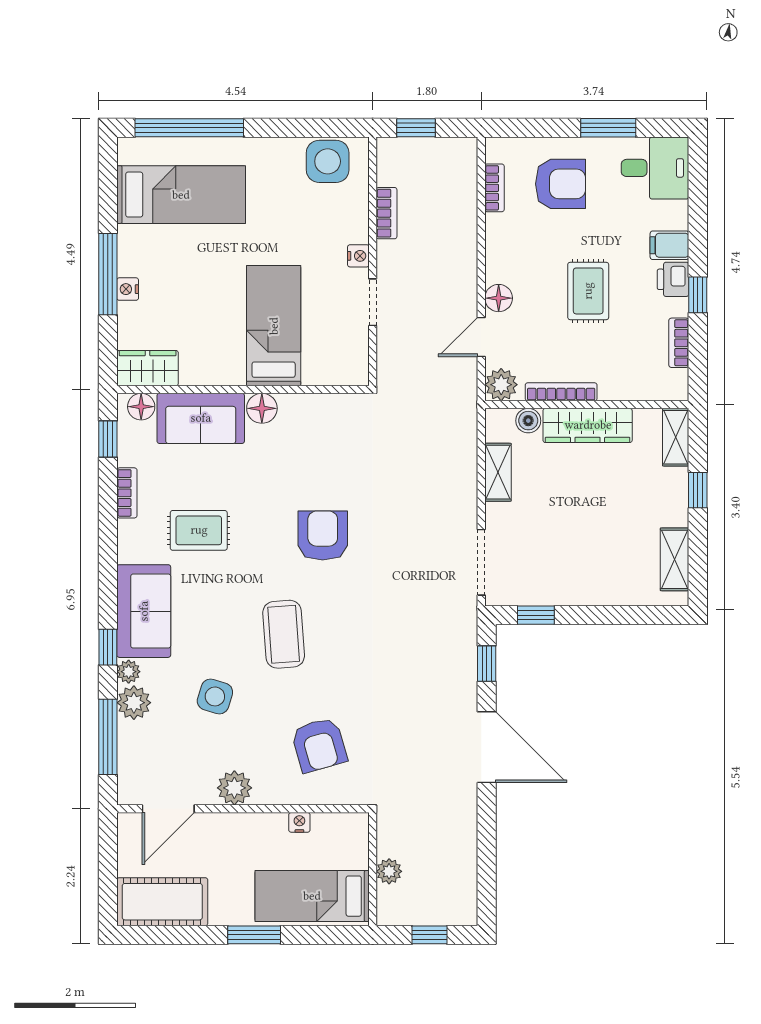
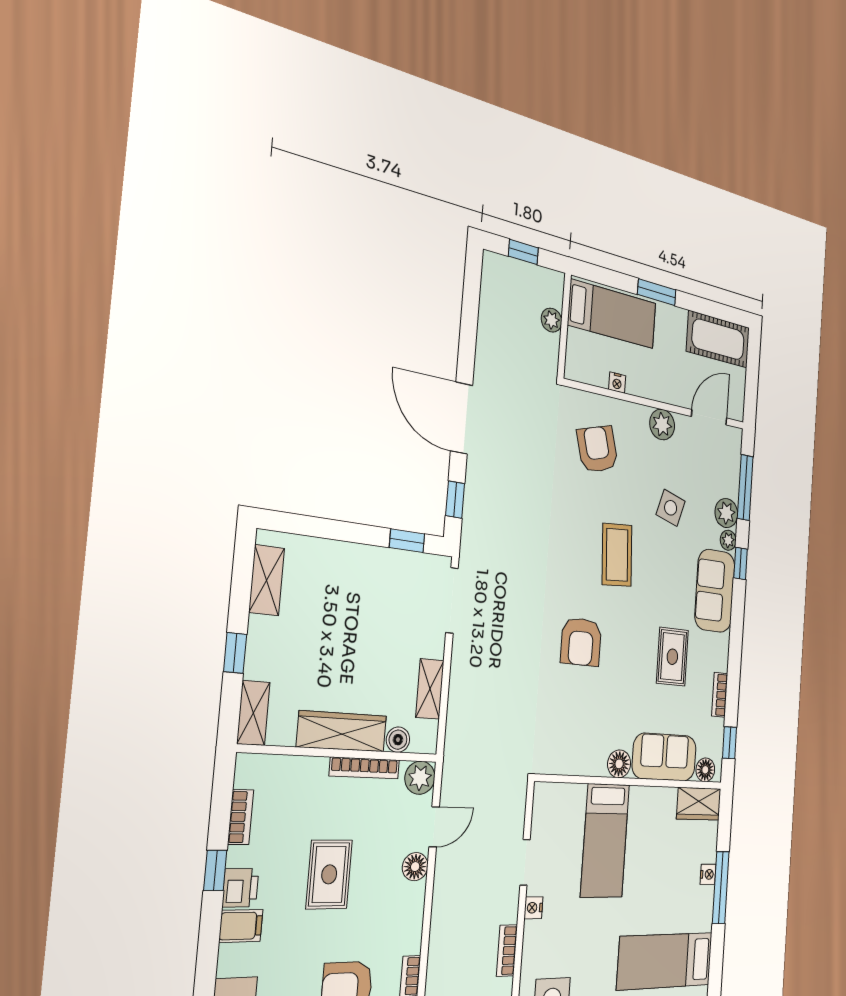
rug: (199, 530) -> (672, 657), turned 90

